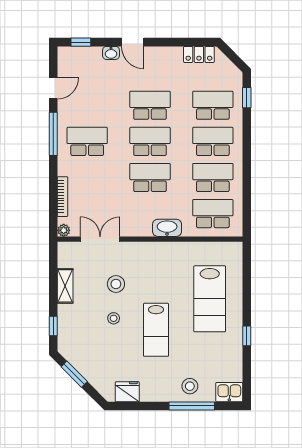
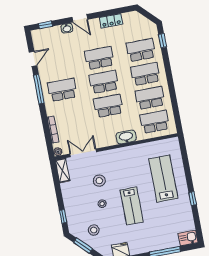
locker: (199, 54) -> (111, 21), moved
shelving: (65, 286) -> (63, 170), moved
lab bench: (210, 299) -> (163, 179), turned 180
stool: (190, 386) -> (94, 230), moved

